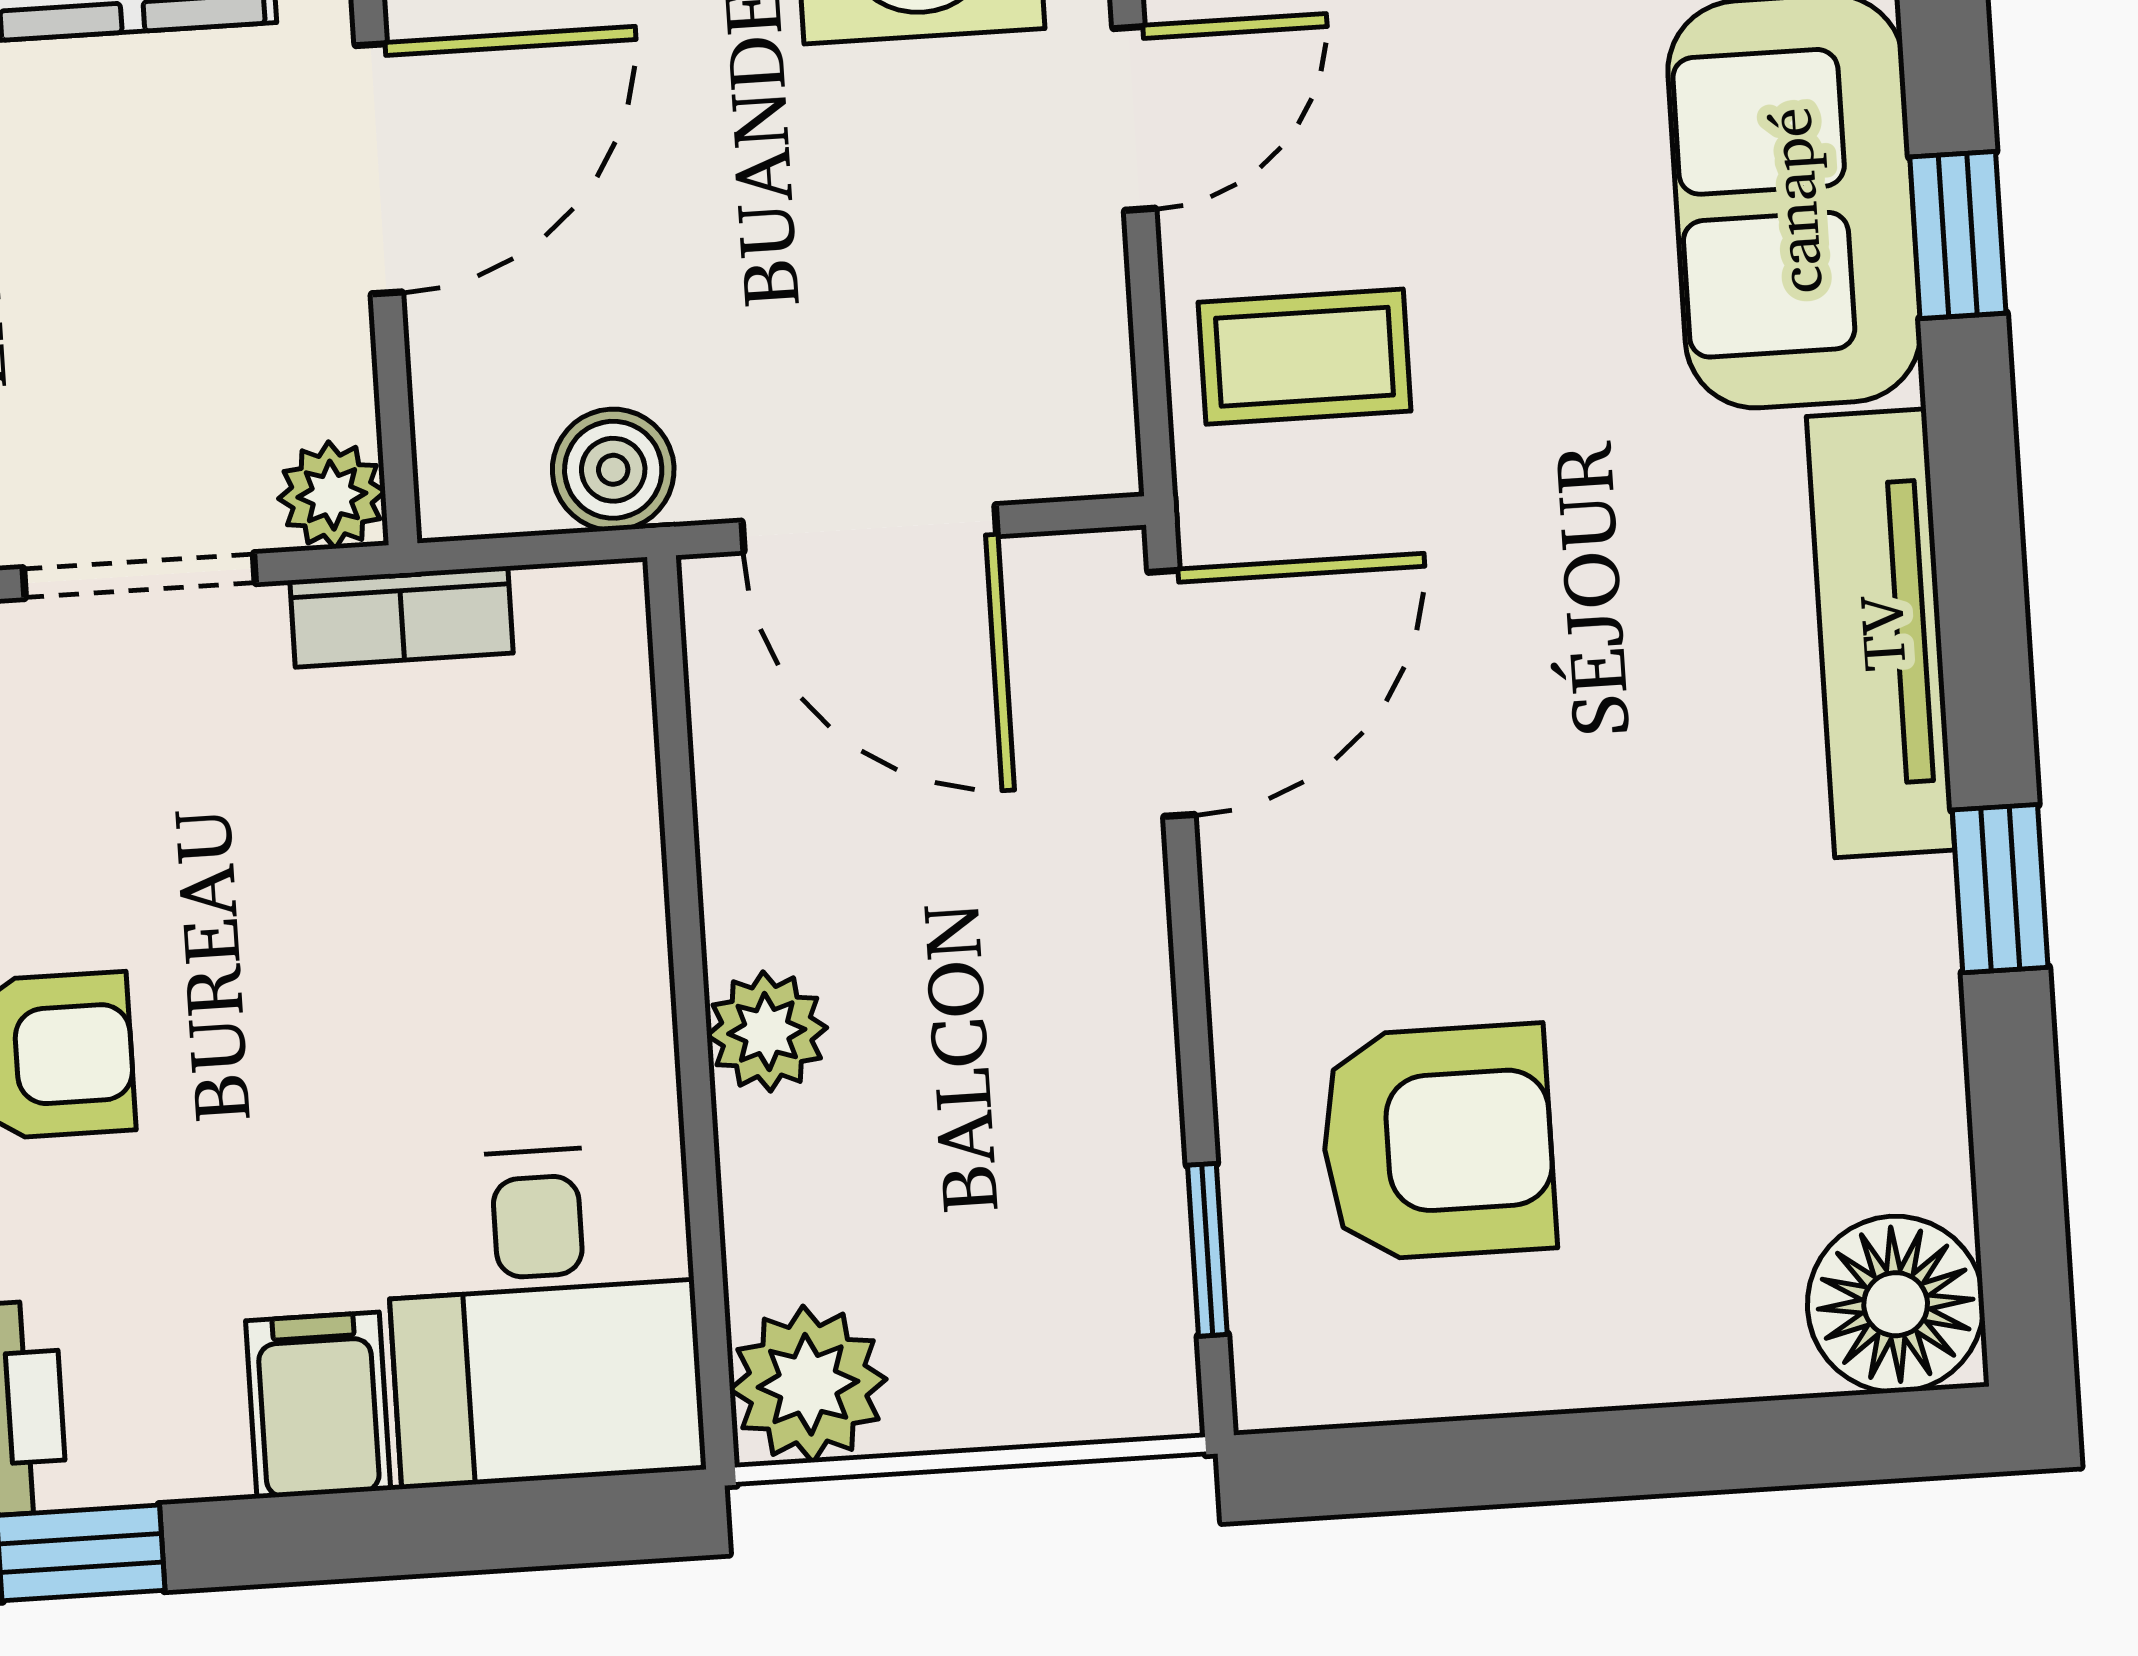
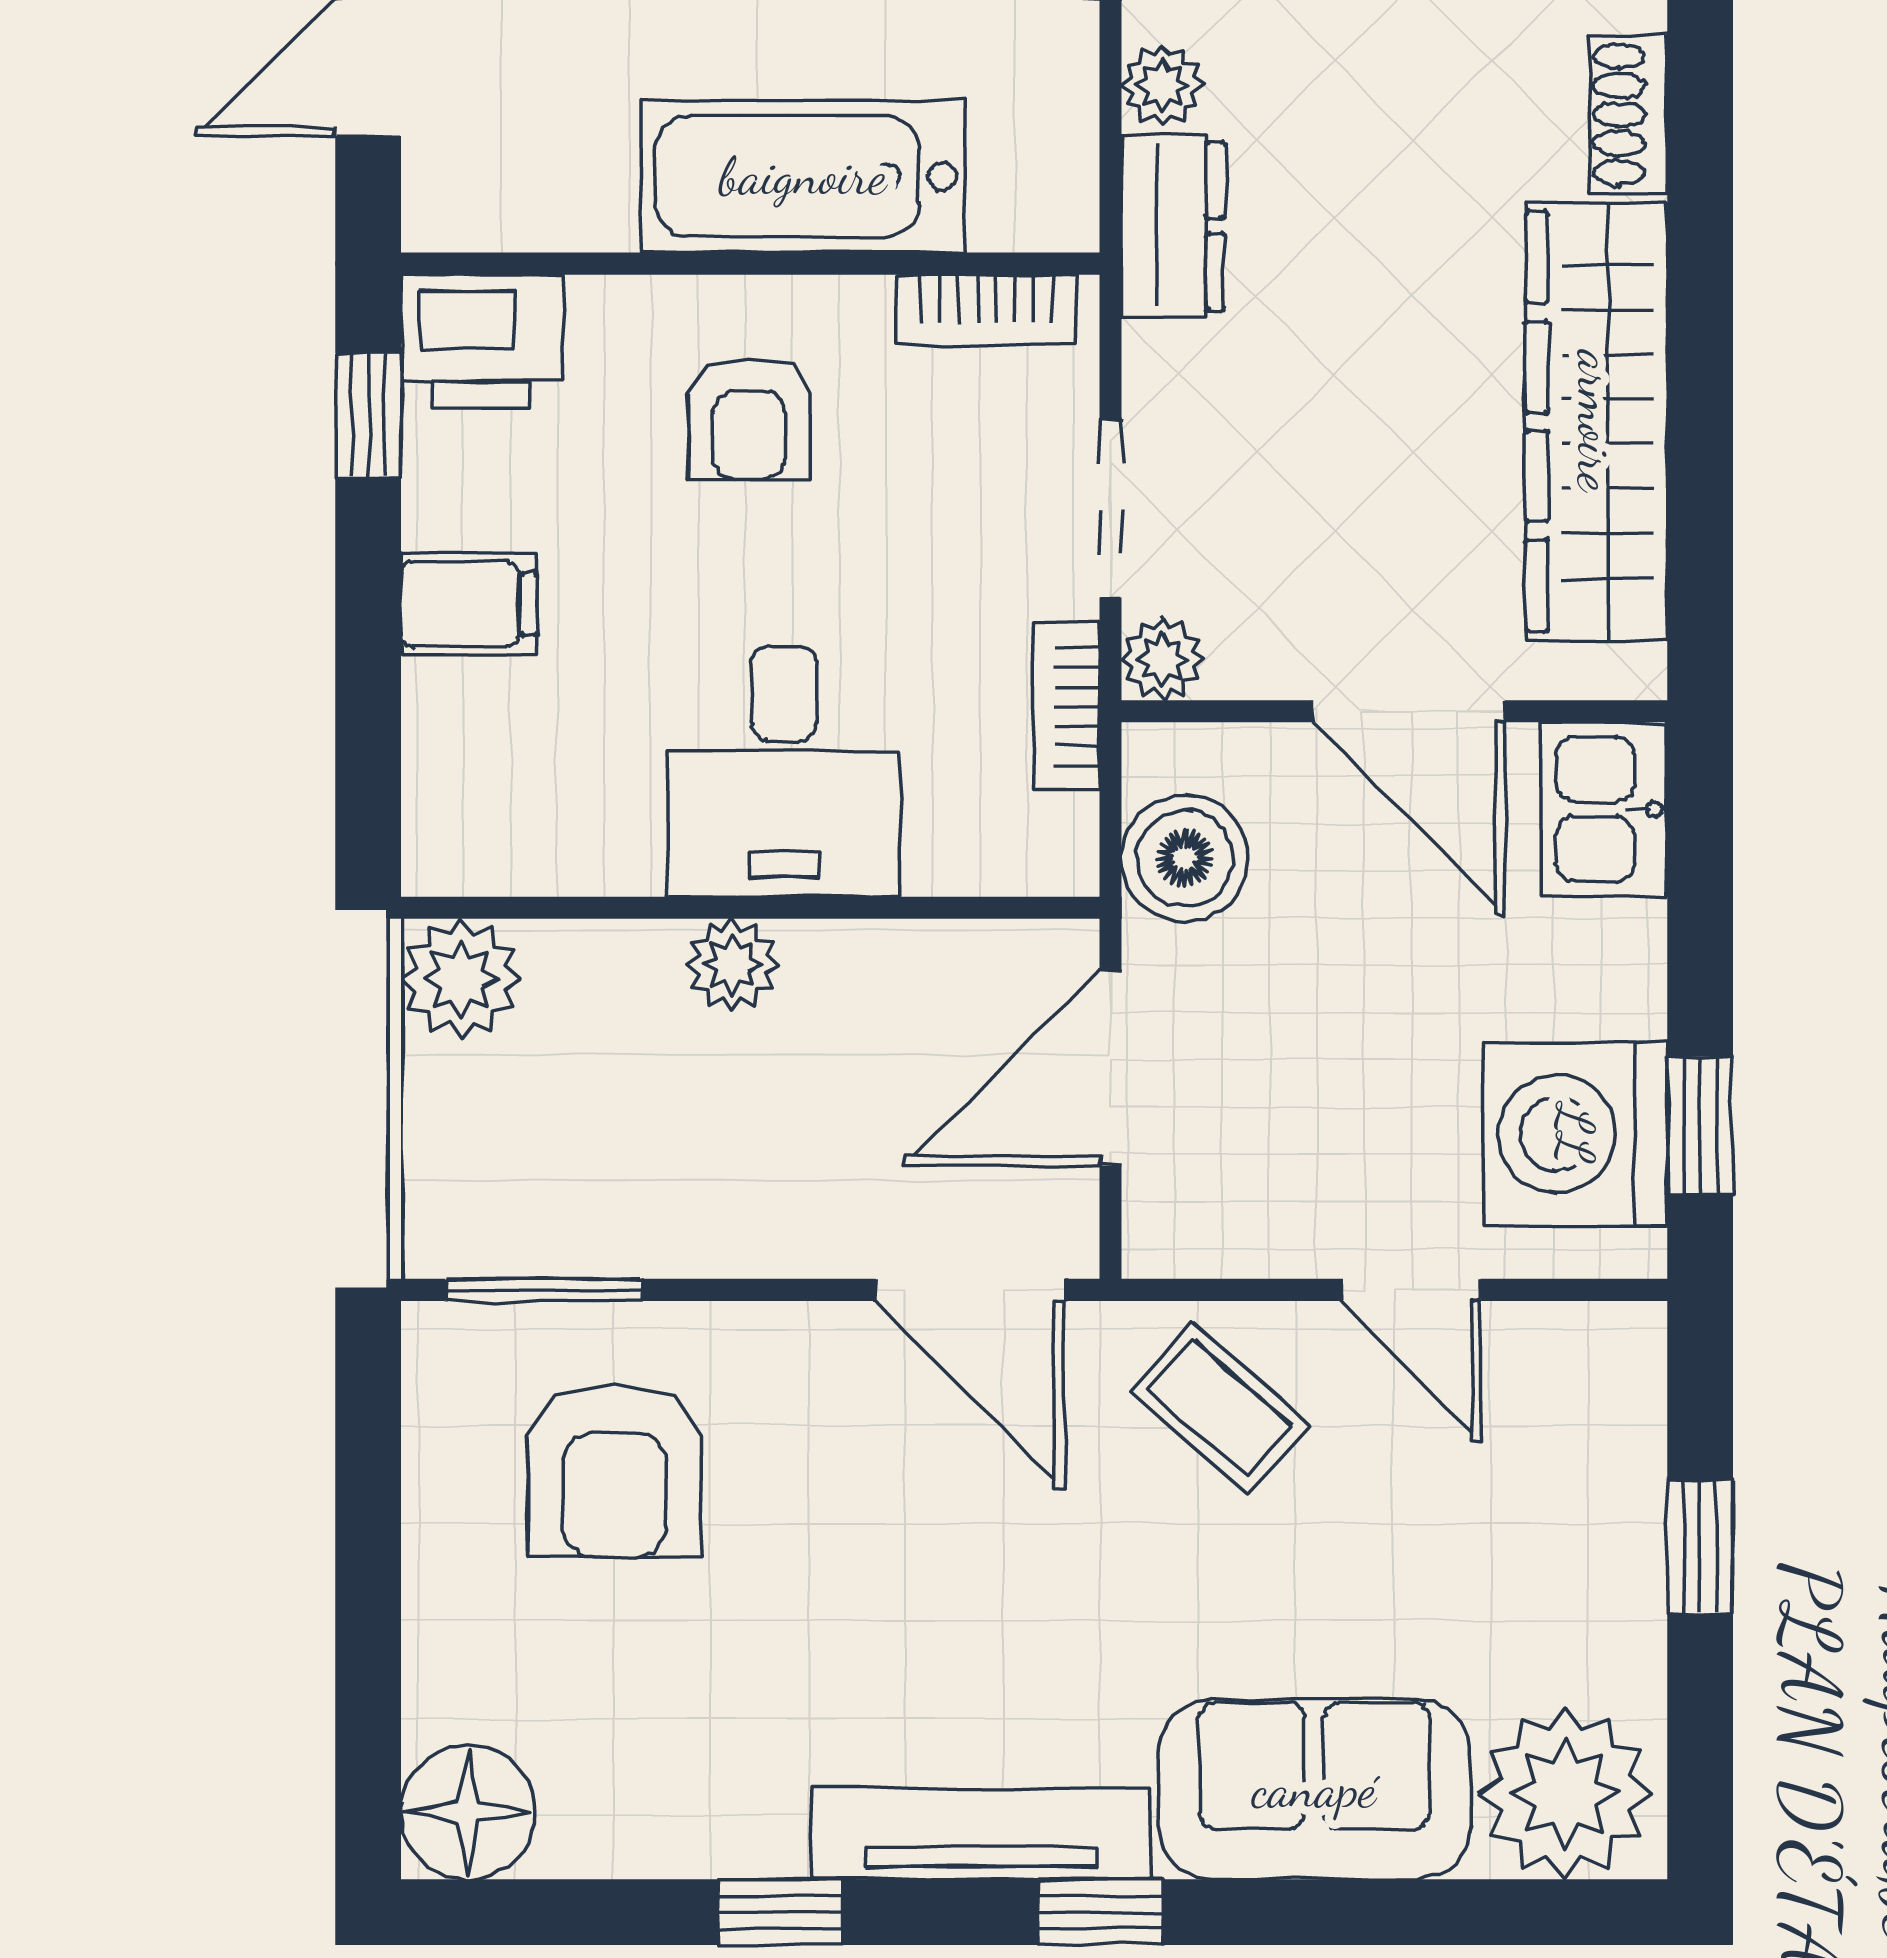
window: (1958, 235) -> (1101, 1912), moved
coffee table: (1305, 357) -> (1220, 1408), turned -49
boiler: (613, 470) -> (1185, 858), width x1.36, depth x1.36
window: (1207, 1250) -> (544, 1290), width x1.50
desk: (543, 1315) -> (784, 771), moved, turned -90

